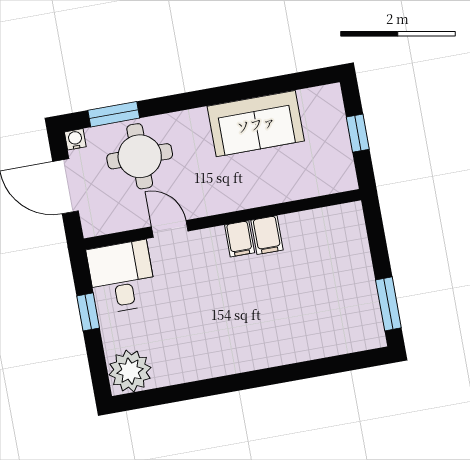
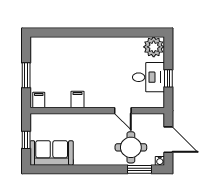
sofa: (256, 124) -> (52, 153), moved
filing cabinet: (240, 239) -> (39, 100), moved
desk: (122, 277) -> (148, 77), moved, turned -90
window: (388, 304) -> (26, 75), moved

